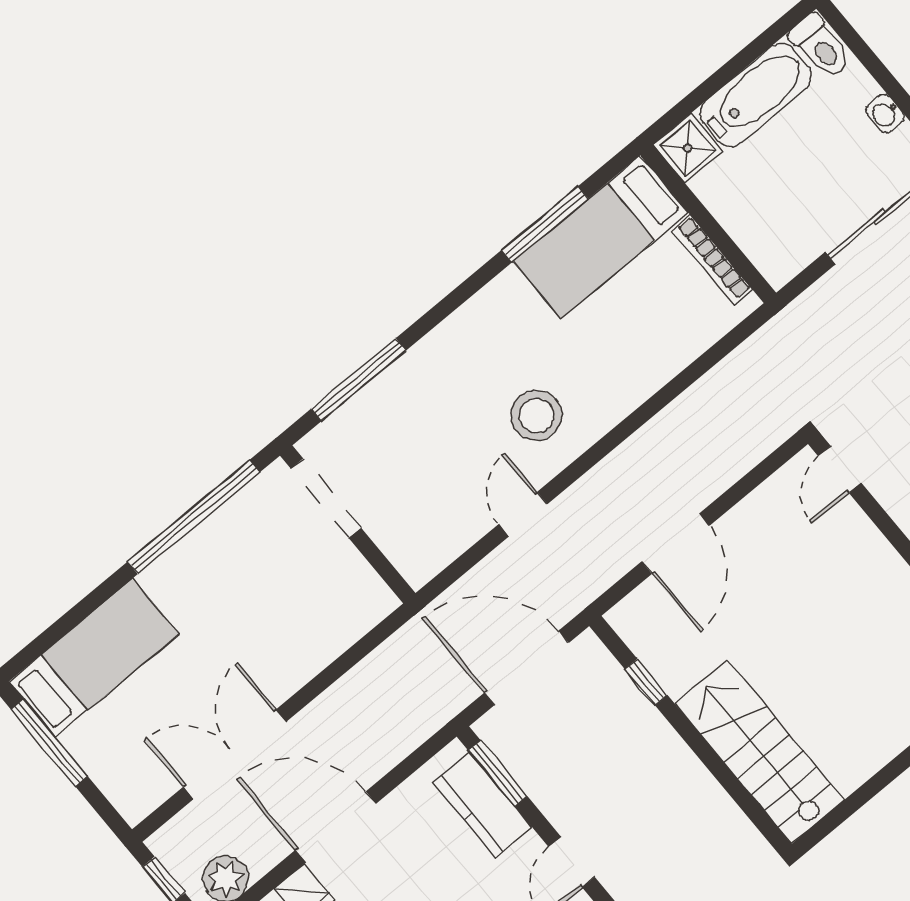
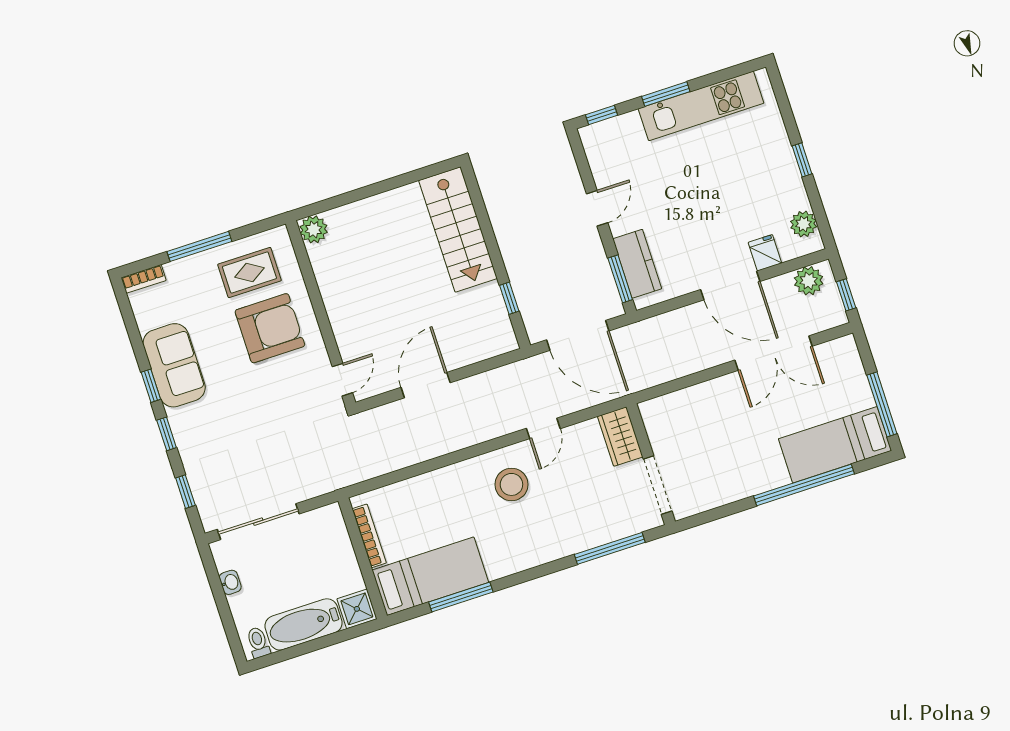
toilet: (820, 47) -> (258, 642), width x0.73, depth x0.72
window: (194, 517) -> (804, 485), moved
door: (676, 544) -> (426, 385), moved
wardrobe: (408, 547) -> (620, 437), added

